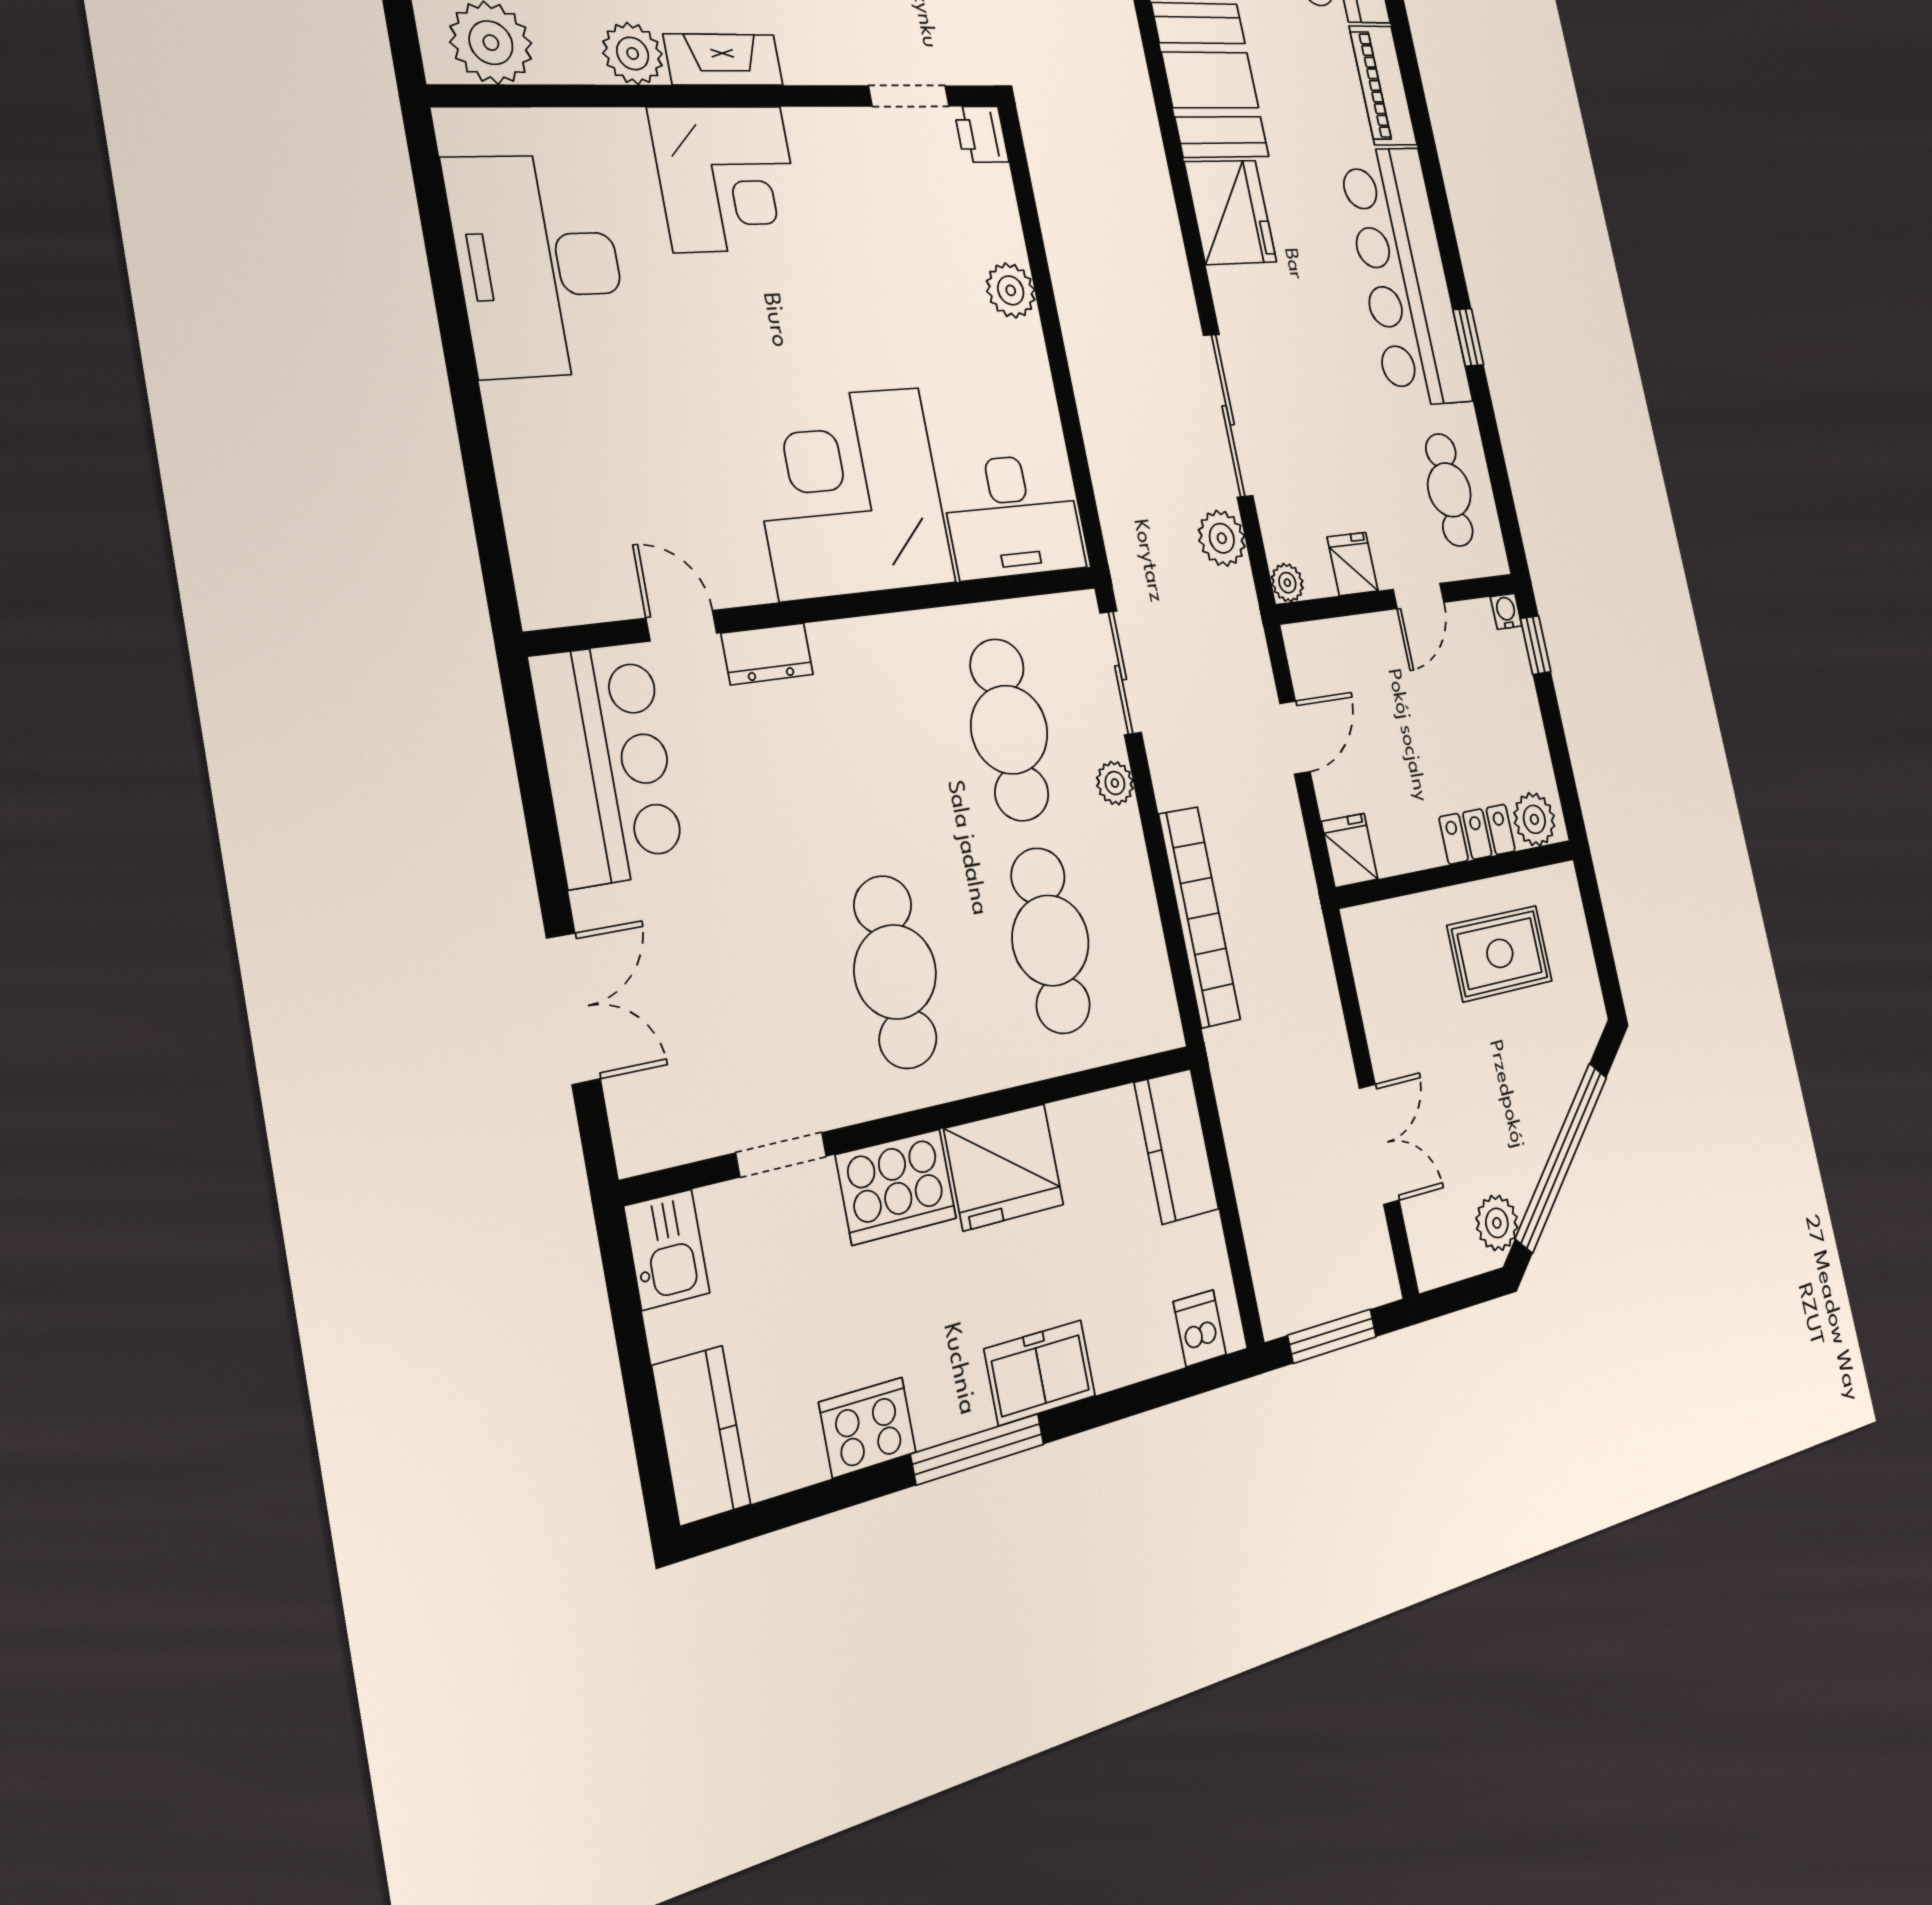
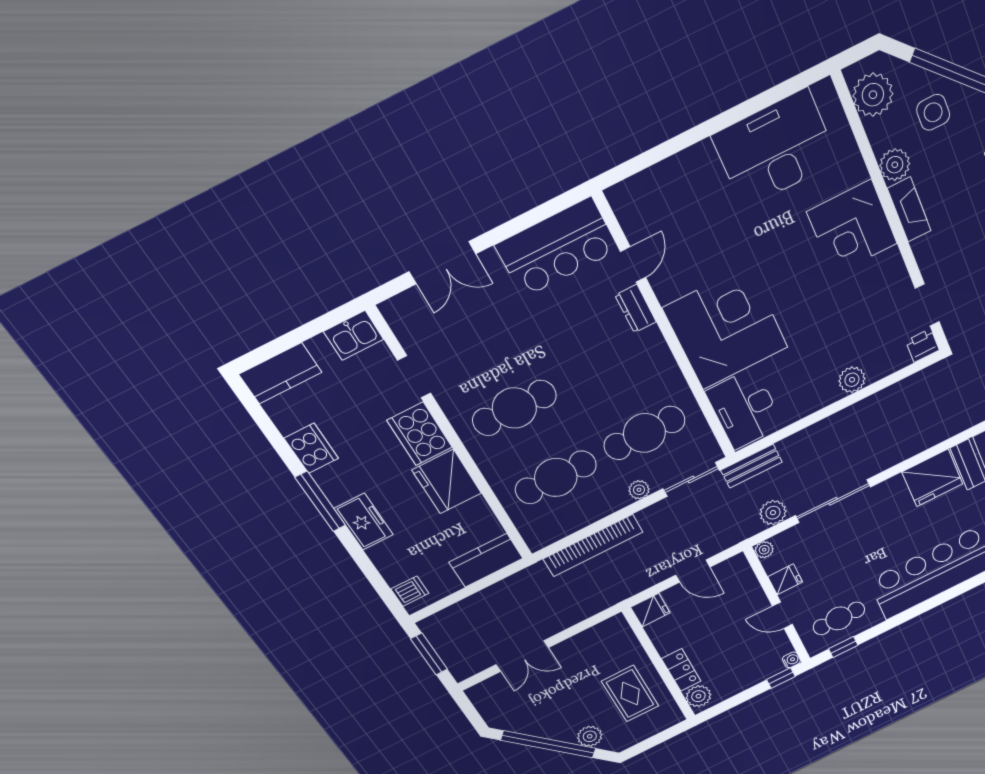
window: (1468, 337) -> (843, 647), moved
bench: (1124, 545) -> (751, 466), added
plant: (1497, 1223) -> (590, 736), moved

